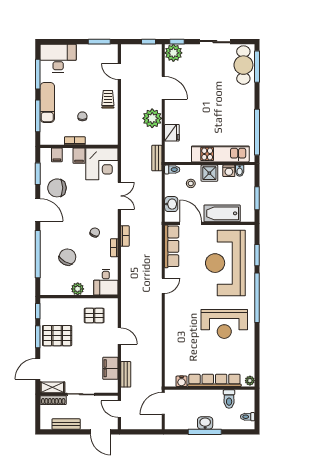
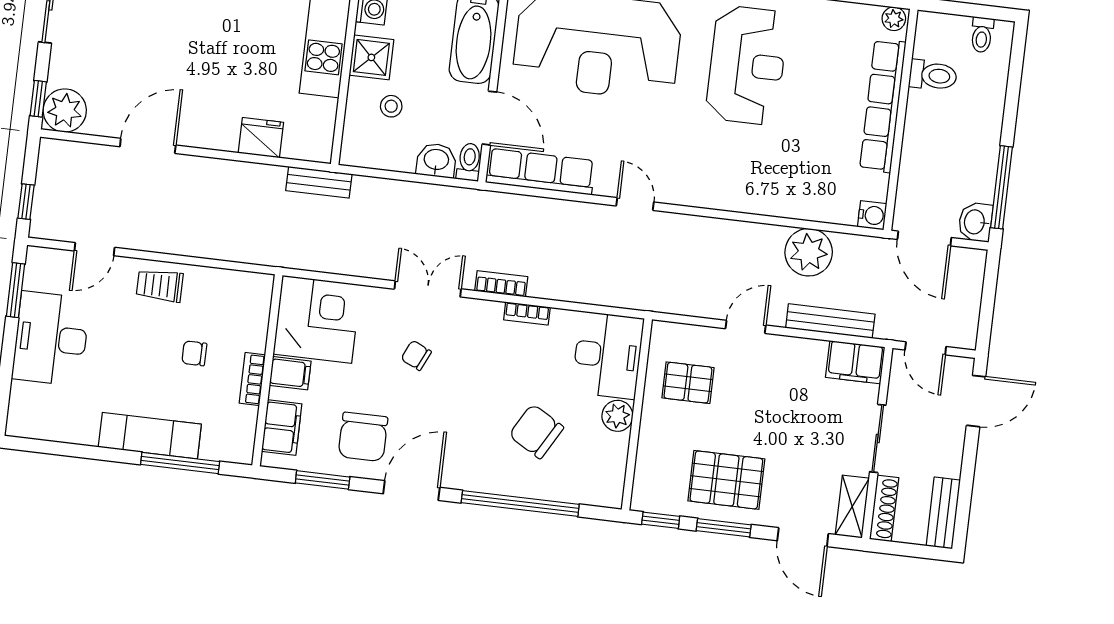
window: (149, 42) -> (26, 202), moved
desk: (58, 58) -> (51, 339), moved
window: (38, 74) -> (77, 451), removed
plant: (152, 118) -> (809, 252), moved
filing cabinet: (57, 155) -> (282, 428), width x2.00
toilet: (172, 170) -> (469, 162), moved
double door: (119, 196) -> (428, 289), moved
door: (191, 223) -> (489, 118), swing flipped
chair: (95, 233) -> (416, 355), moved
desk: (106, 282) -> (608, 355), width x1.37
pallet: (94, 316) -> (688, 383), turned 90
pallet: (57, 336) -> (726, 480), turned 90
filing cabinet: (110, 368) -> (855, 362), moved
bench: (126, 374) -> (830, 321), width x1.36
water cooler: (182, 381) -> (872, 215), moved
door: (119, 409) -> (926, 348), hinge flipped
washbasin: (205, 423) -> (975, 222), moved
bench: (66, 424) -> (943, 513), moved
window: (205, 432) -> (1002, 187), moved

